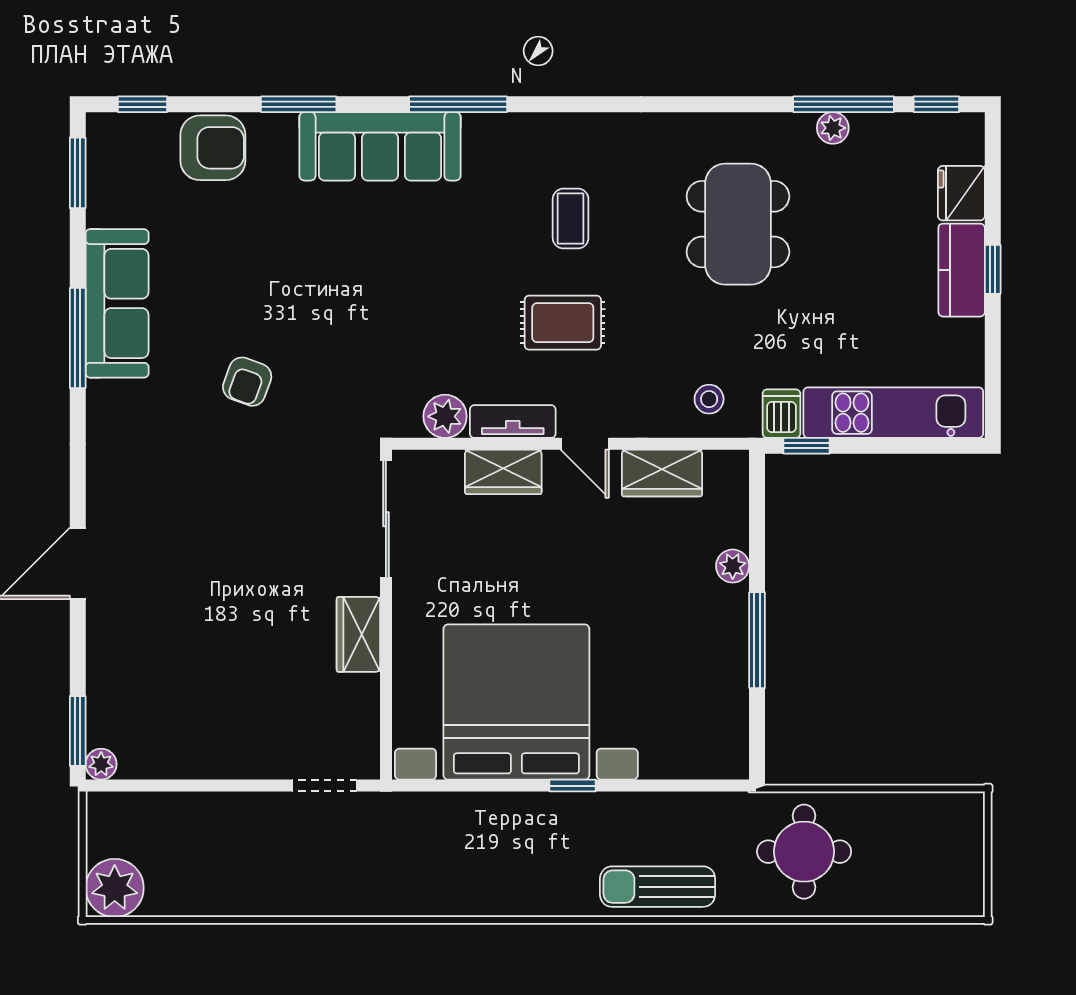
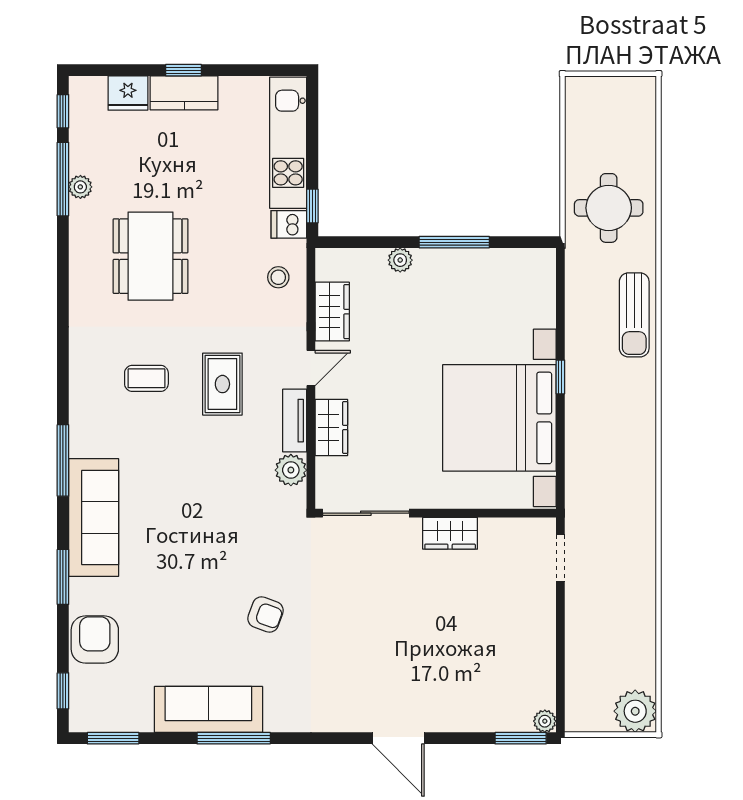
dining table: (738, 224) -> (151, 256), turned 90

